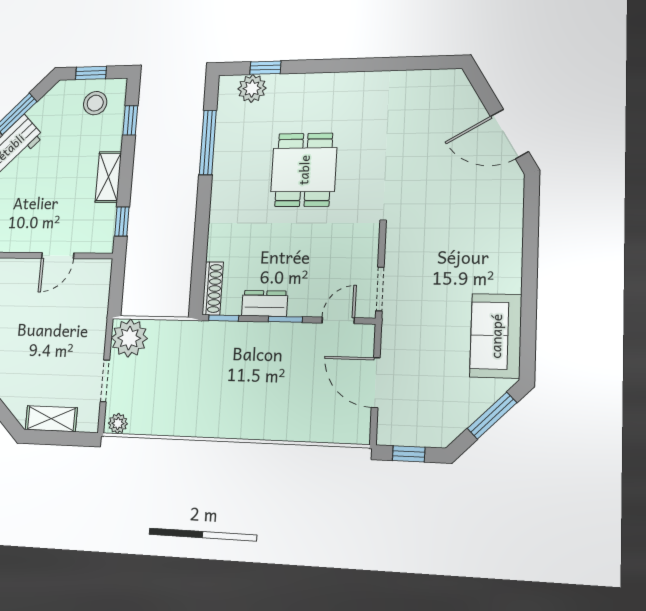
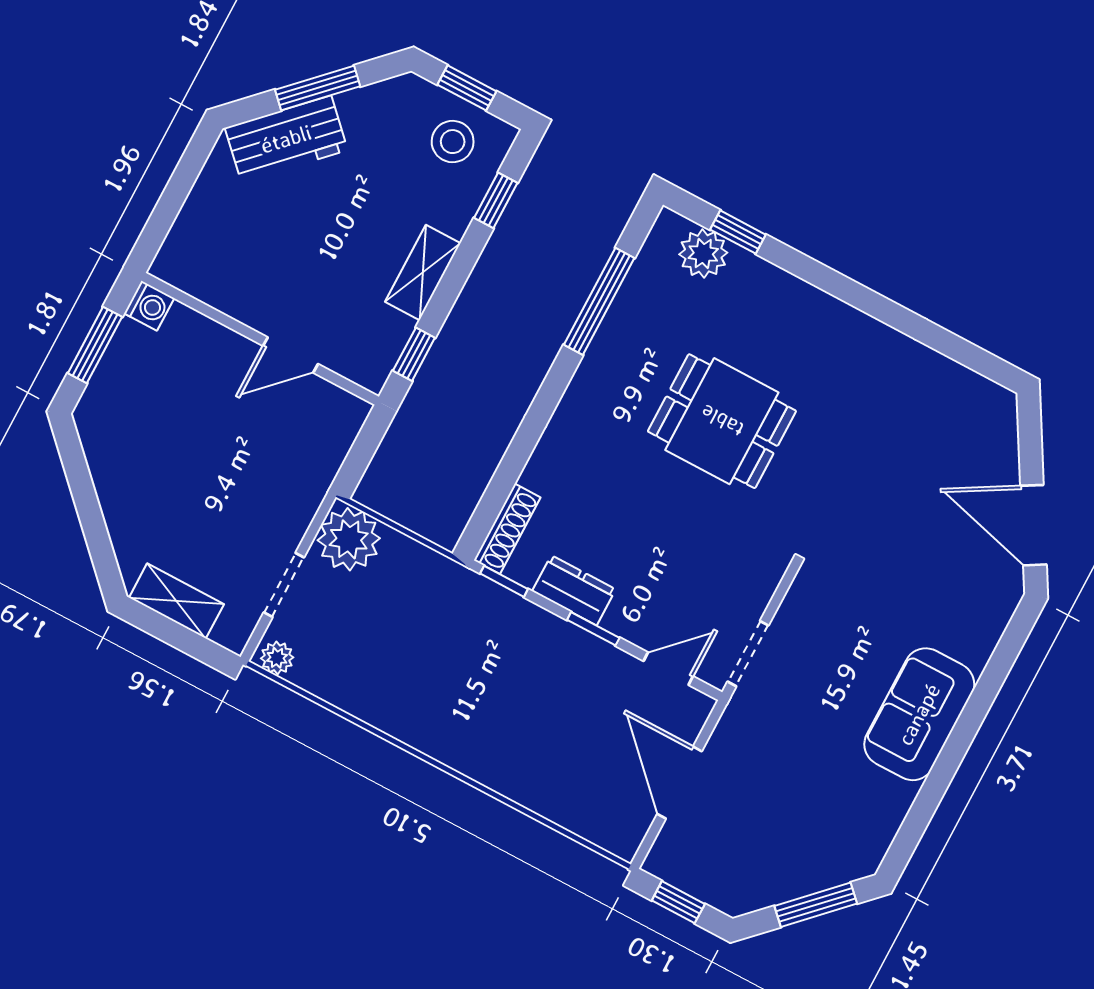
dining table: (304, 170) -> (722, 421), turned 90
sofa: (496, 336) -> (919, 714), moved

